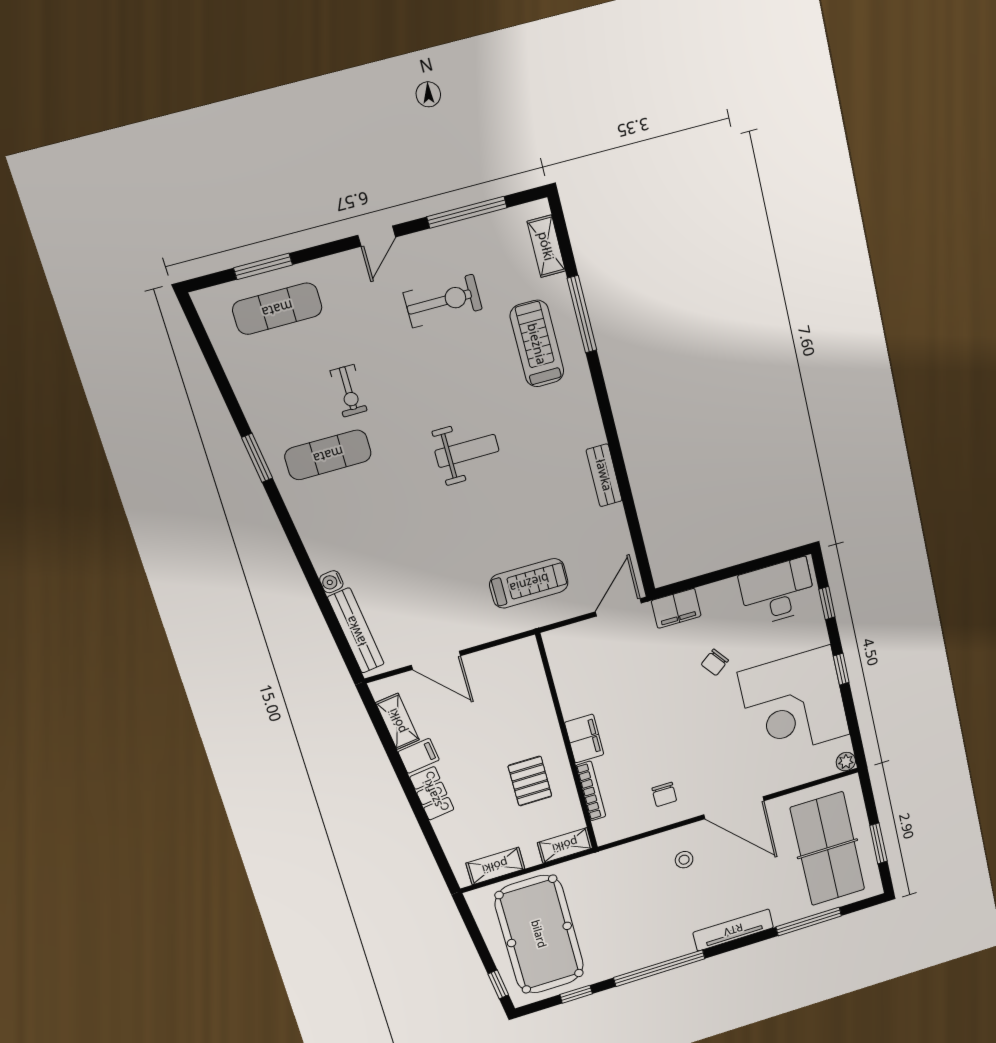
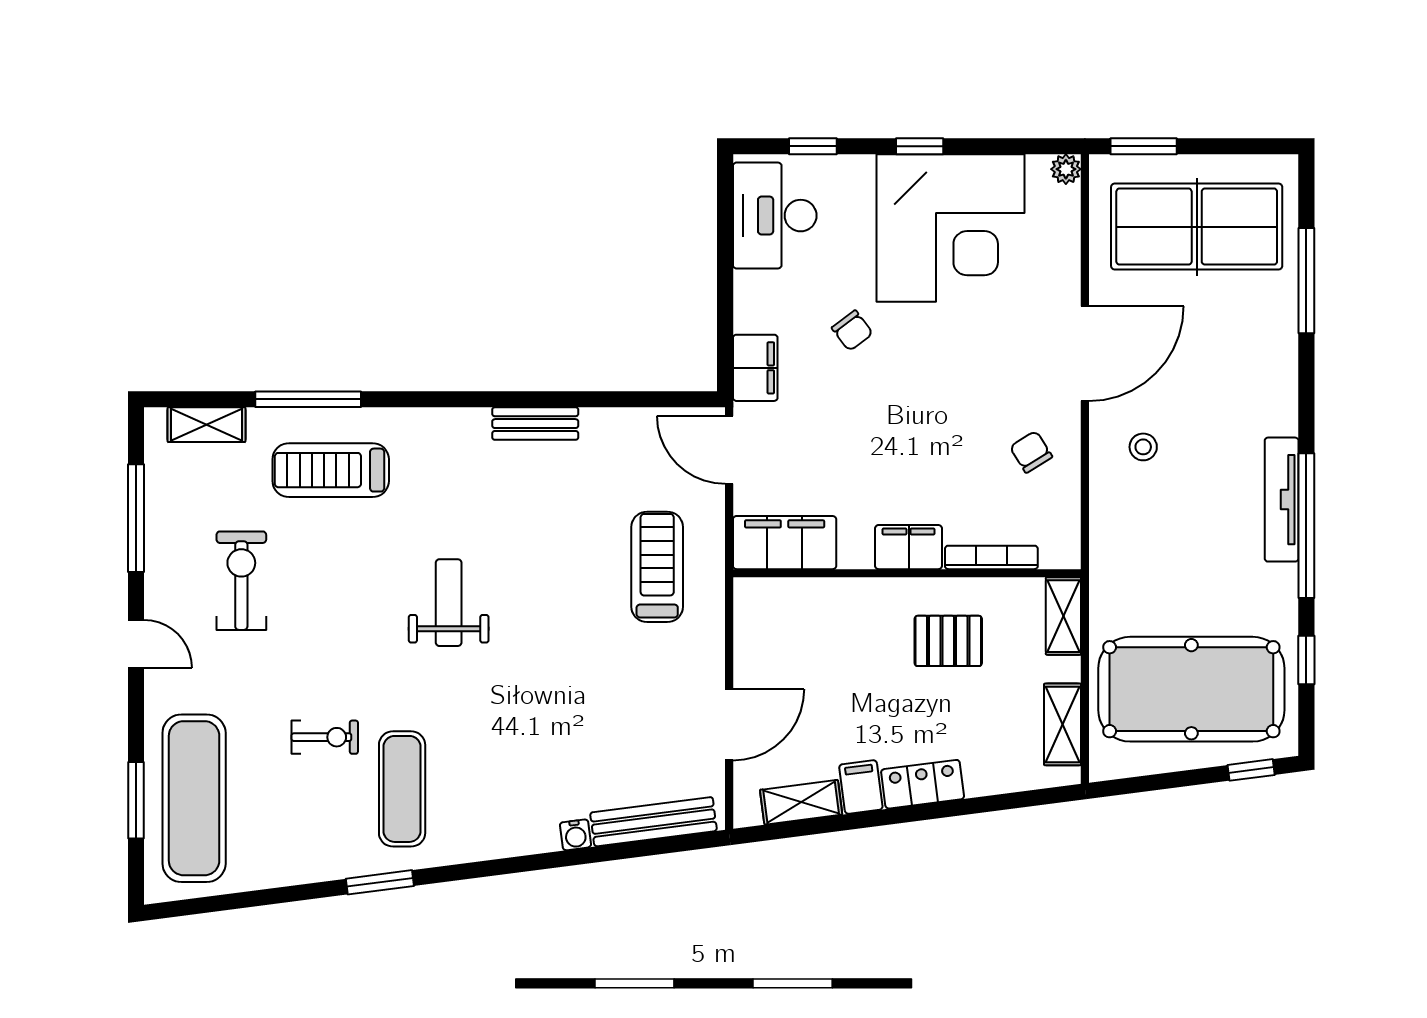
exercise mat: (277, 309) -> (194, 798), width x1.36, depth x1.45
filing cabinet: (567, 660) -> (785, 543), added
chair: (664, 794) -> (1031, 452), turned -122
window: (878, 843) -> (1144, 146), moved
tv unit: (733, 930) -> (1282, 500), moved

